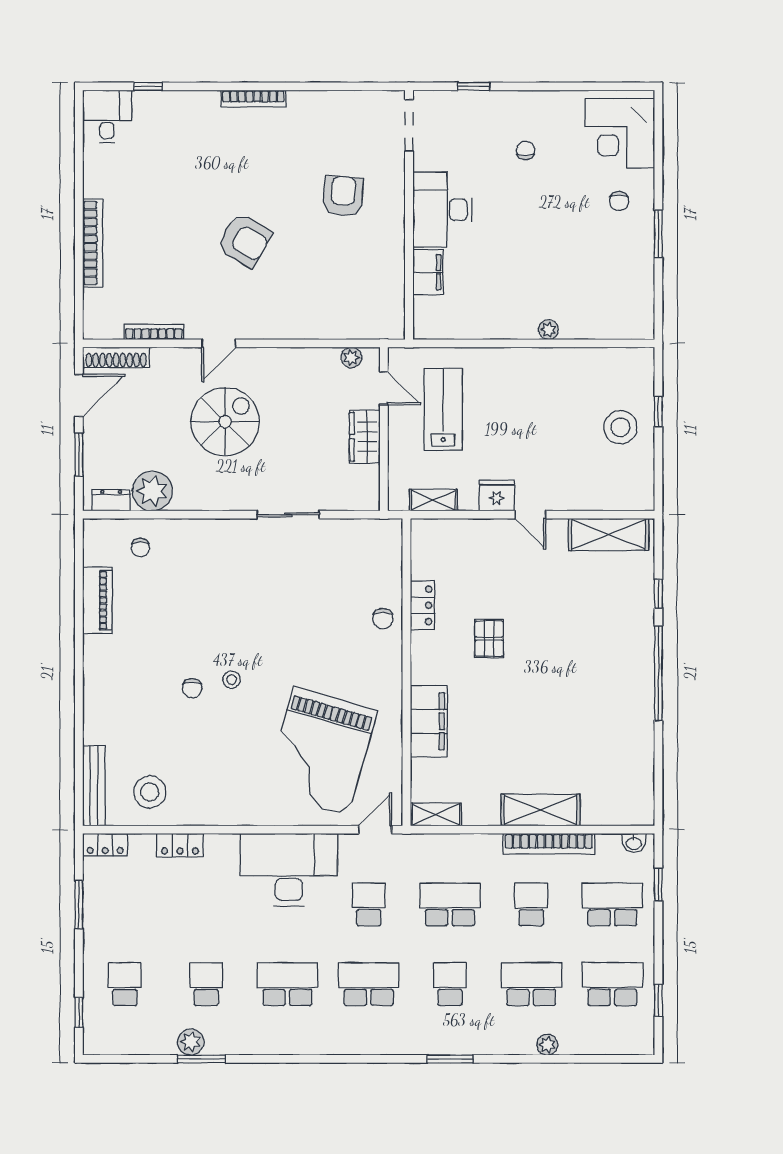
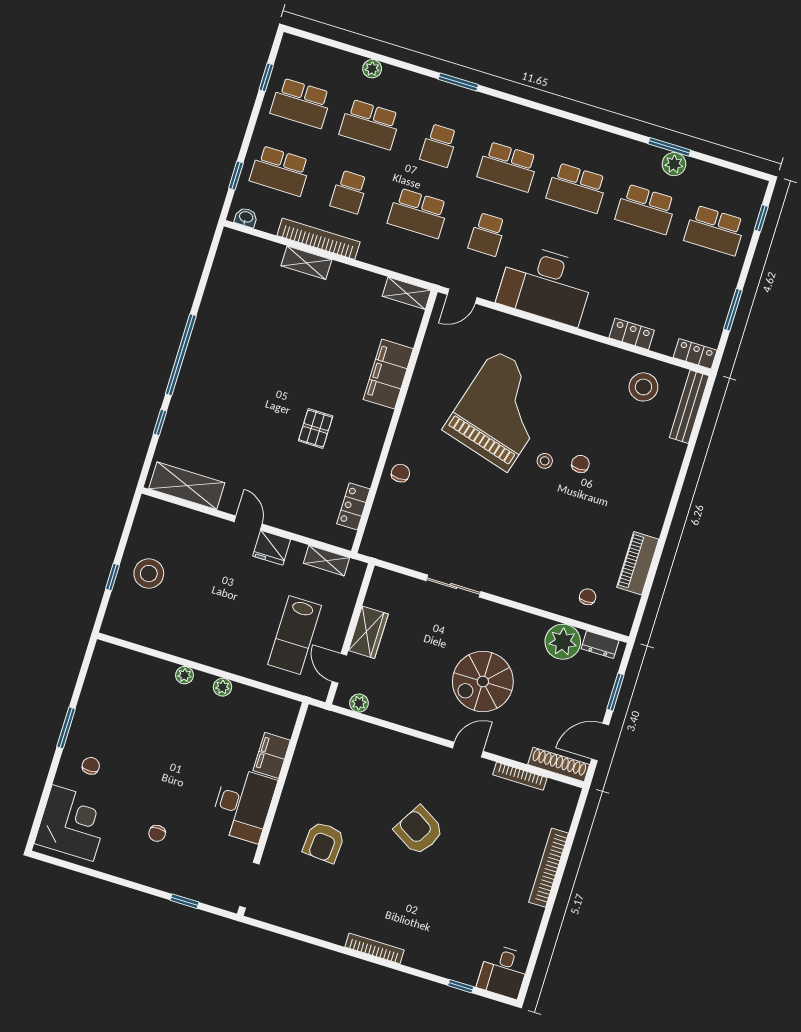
plant: (503, 329) -> (223, 687), added
locker: (423, 605) -> (353, 506), moved
grand piano: (321, 751) -> (501, 410), moved
shelving: (541, 810) -> (306, 263), width x0.67, depth x0.75
school desk: (125, 984) -> (715, 230), width x1.85
school desk: (206, 984) -> (646, 209), width x1.85

